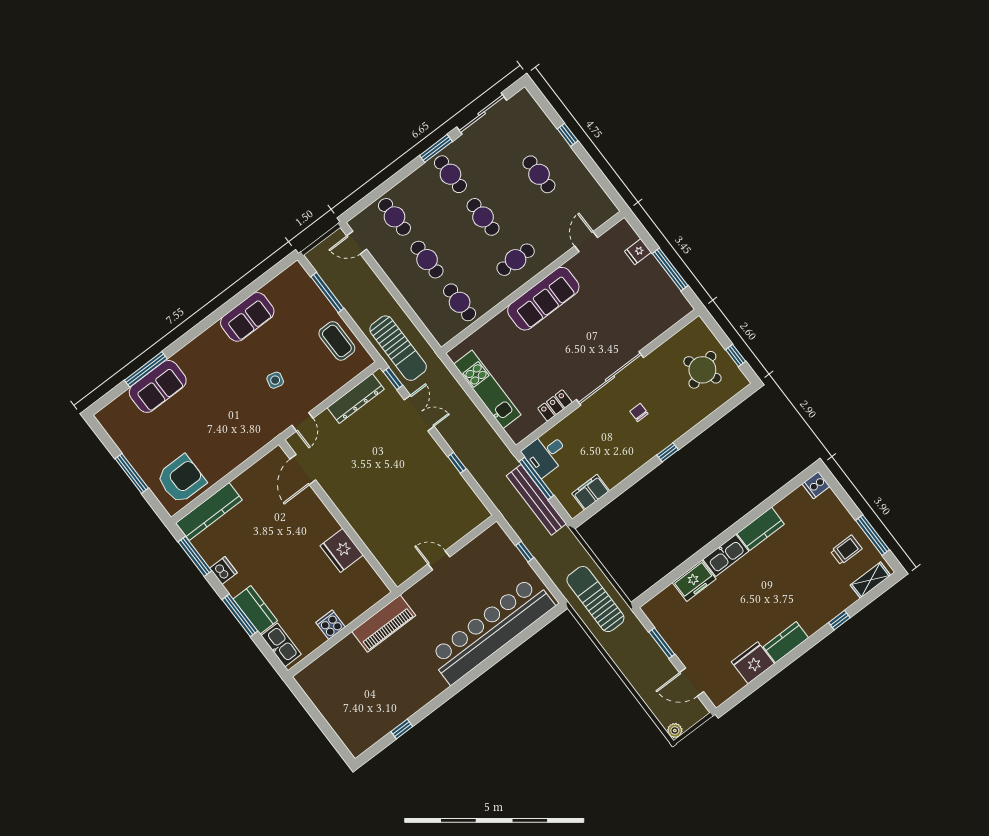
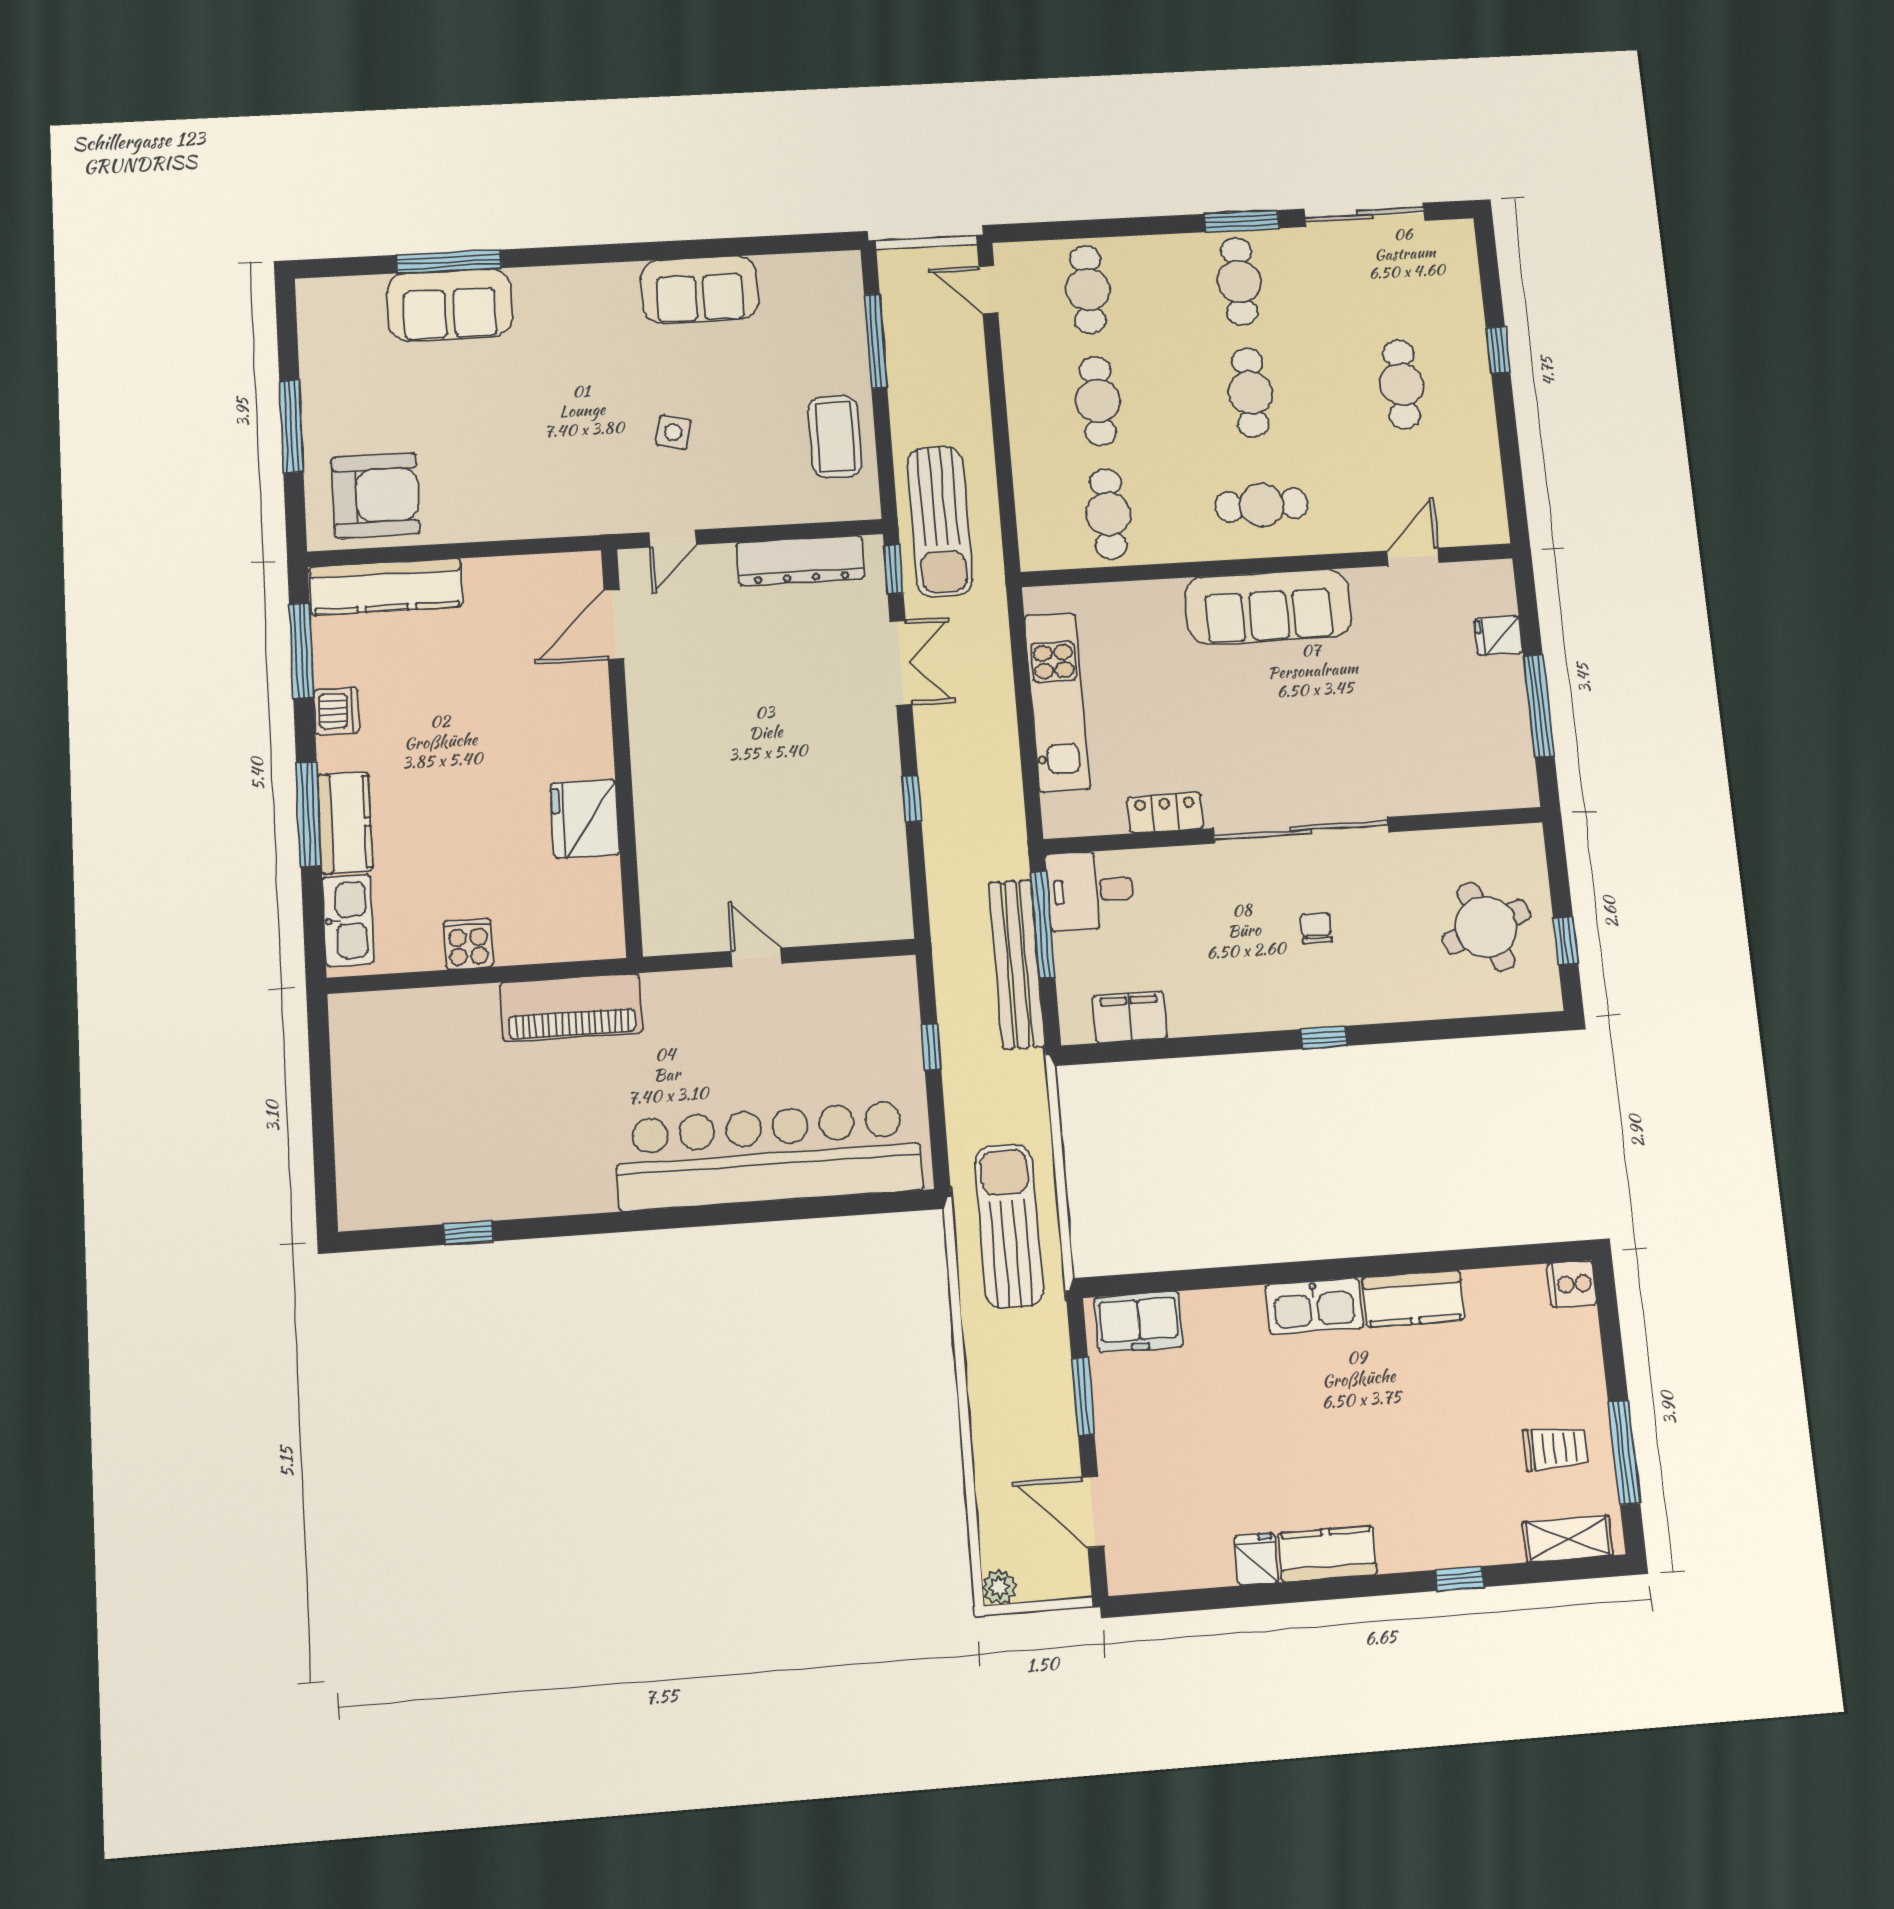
freezer: (694, 581) -> (1139, 1322), moved
fridge: (753, 663) -> (1256, 1559), width x0.53, depth x0.75

